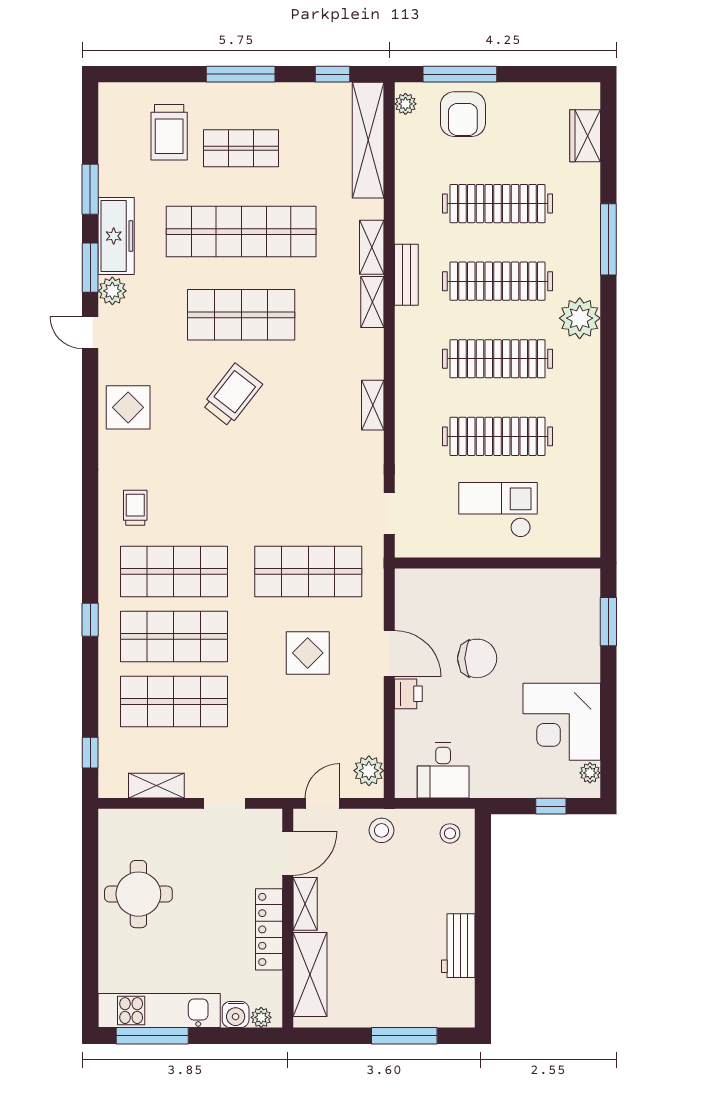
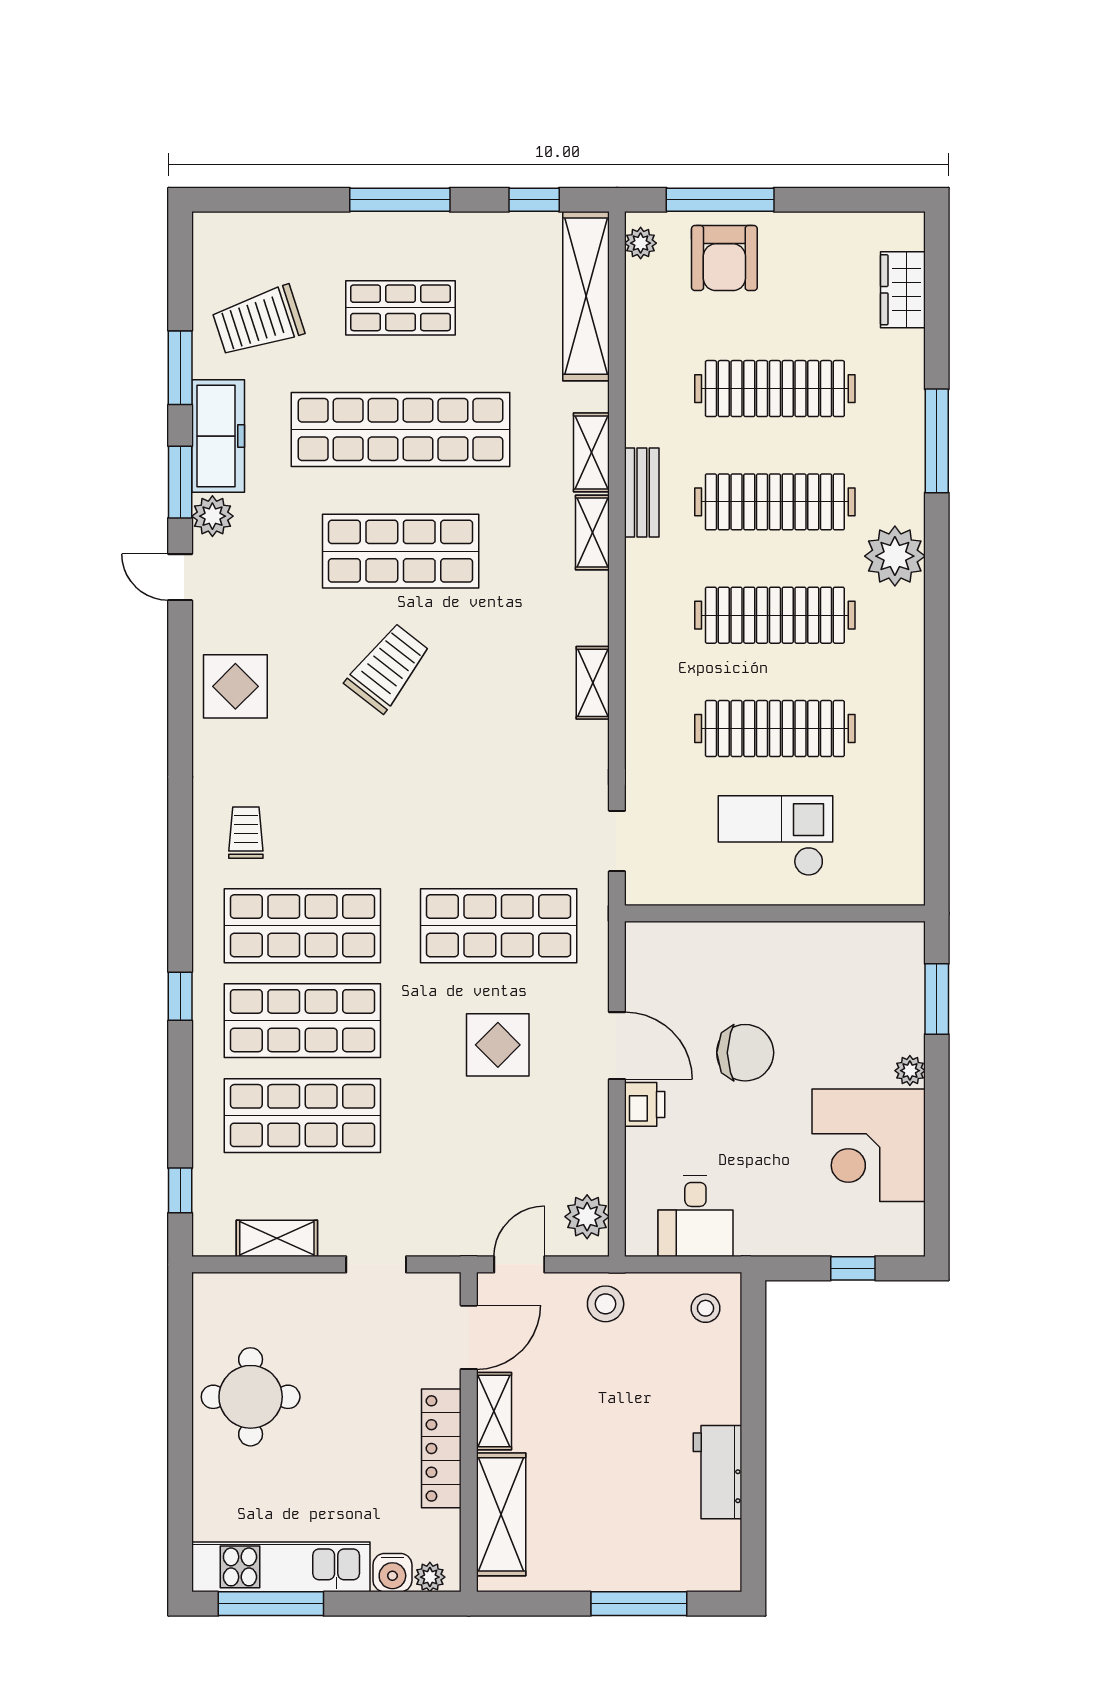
trolley: (169, 132) -> (258, 321), moved, turned 72
plant: (590, 773) -> (910, 1071), moved

